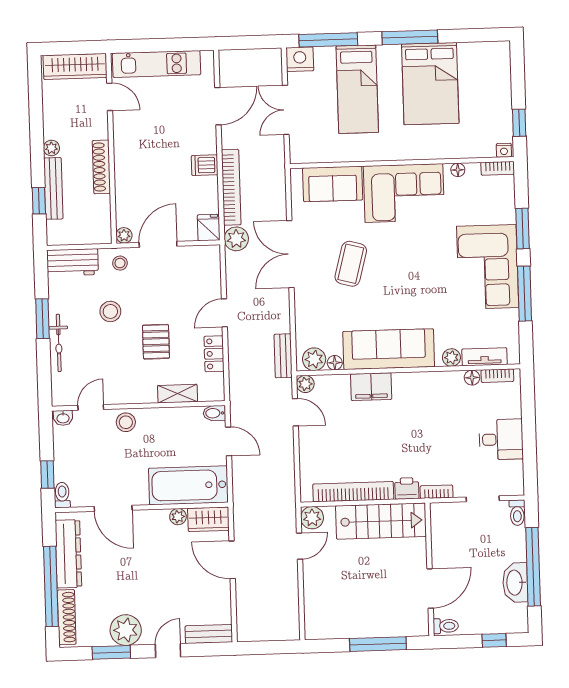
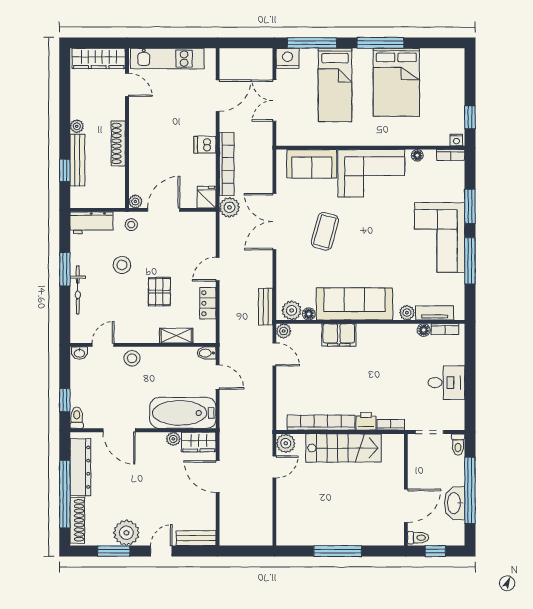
wall: (429, 569) -> (406, 490), moved
door: (430, 588) -> (406, 506), moved
toilet: (446, 626) -> (418, 538), moved

